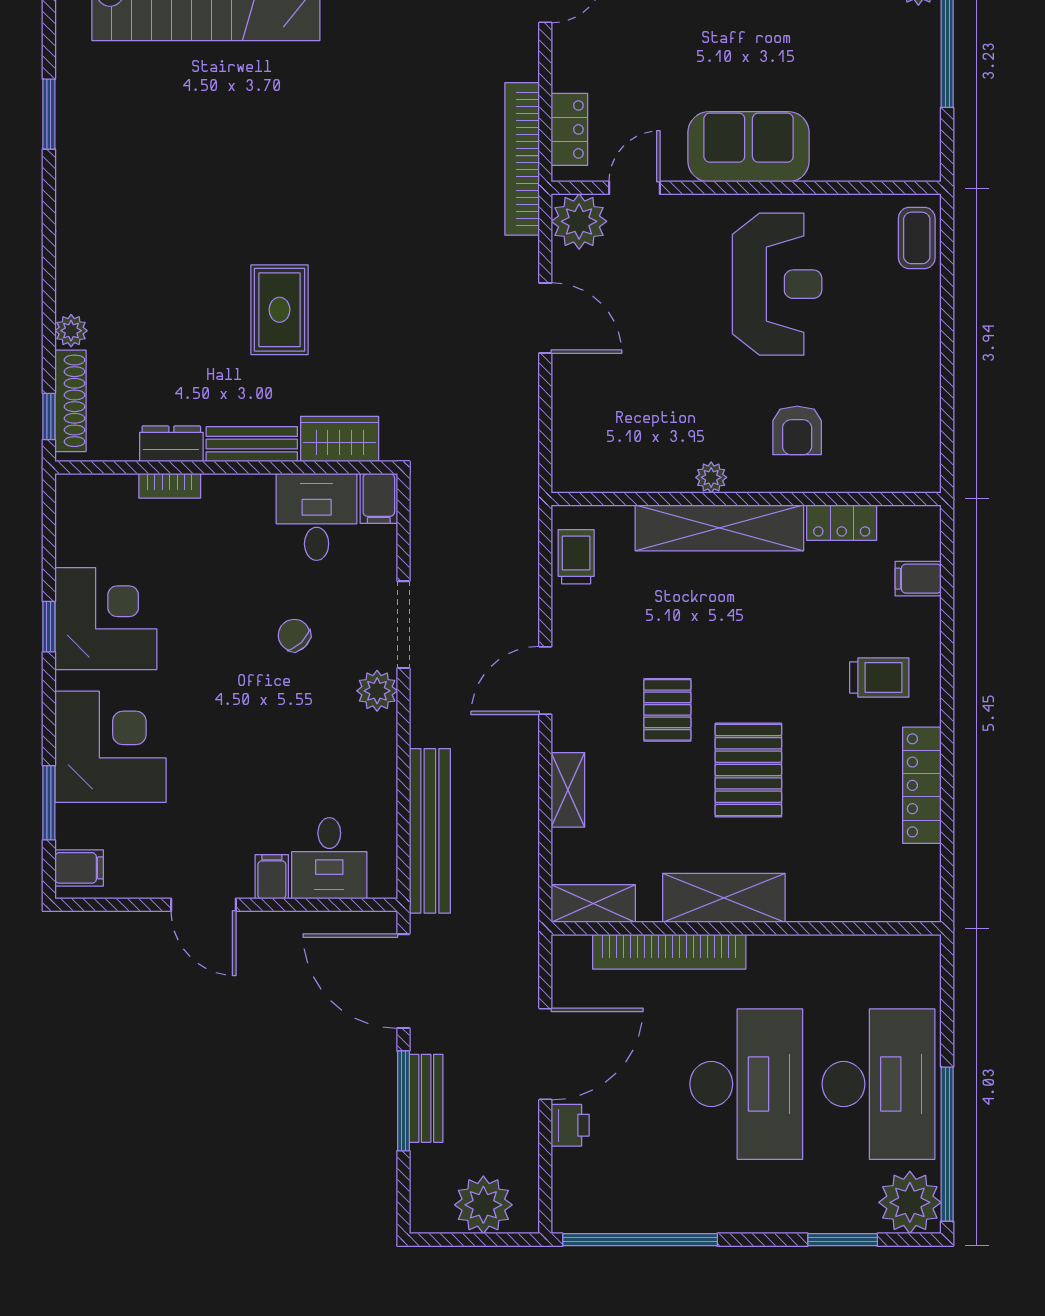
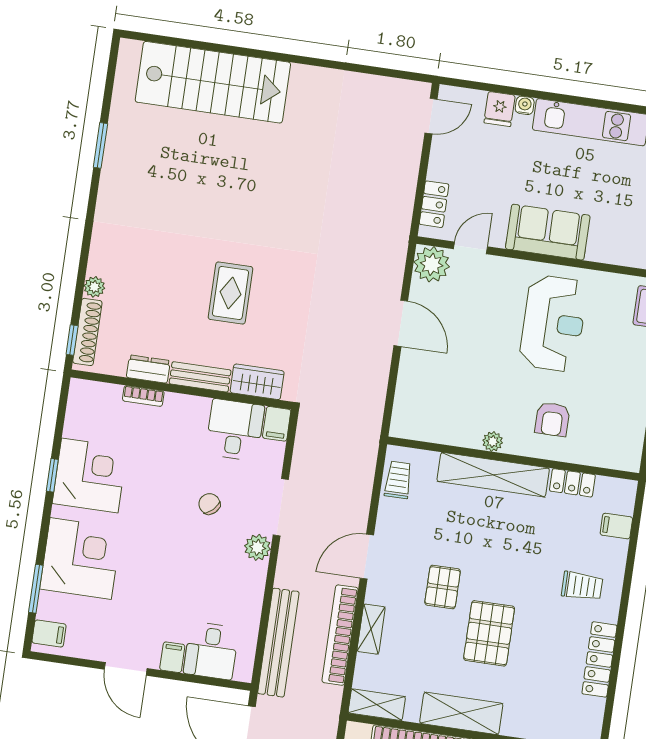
bookcase: (522, 159) -> (340, 635), moved

